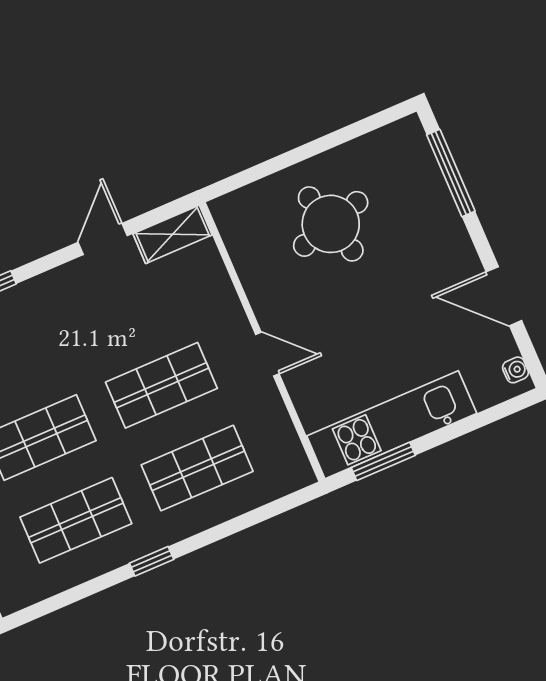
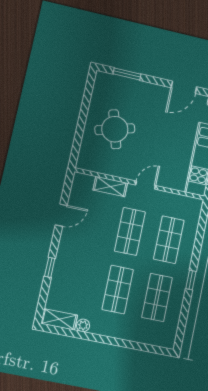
window: (451, 173) -> (127, 74), width x0.69
shelving: (173, 234) -> (110, 186), moved, turned 90
door: (103, 239) -> (61, 215), swing flipped

